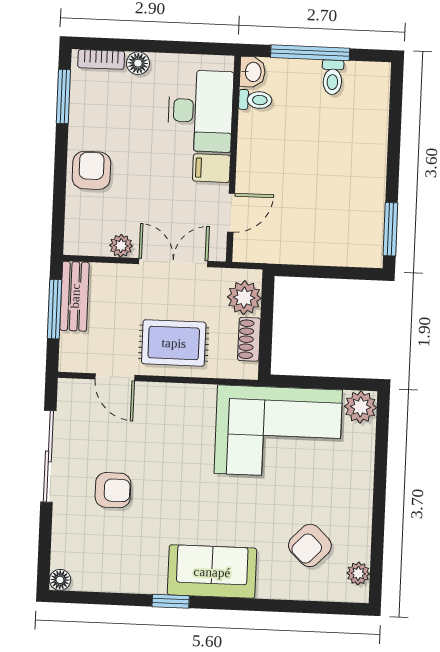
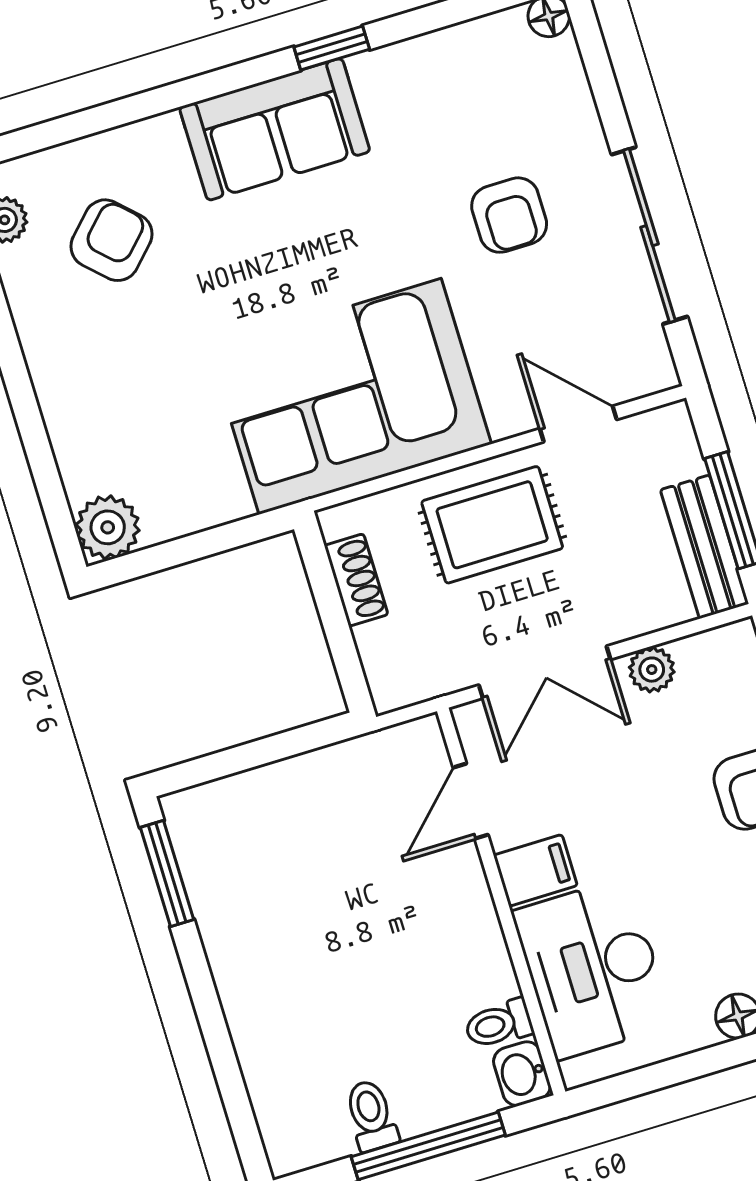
plant: (244, 298) -> (392, 653), removed
corner sofa: (278, 432) -> (350, 396), moved
armchair: (113, 490) -> (509, 215), turned -90

